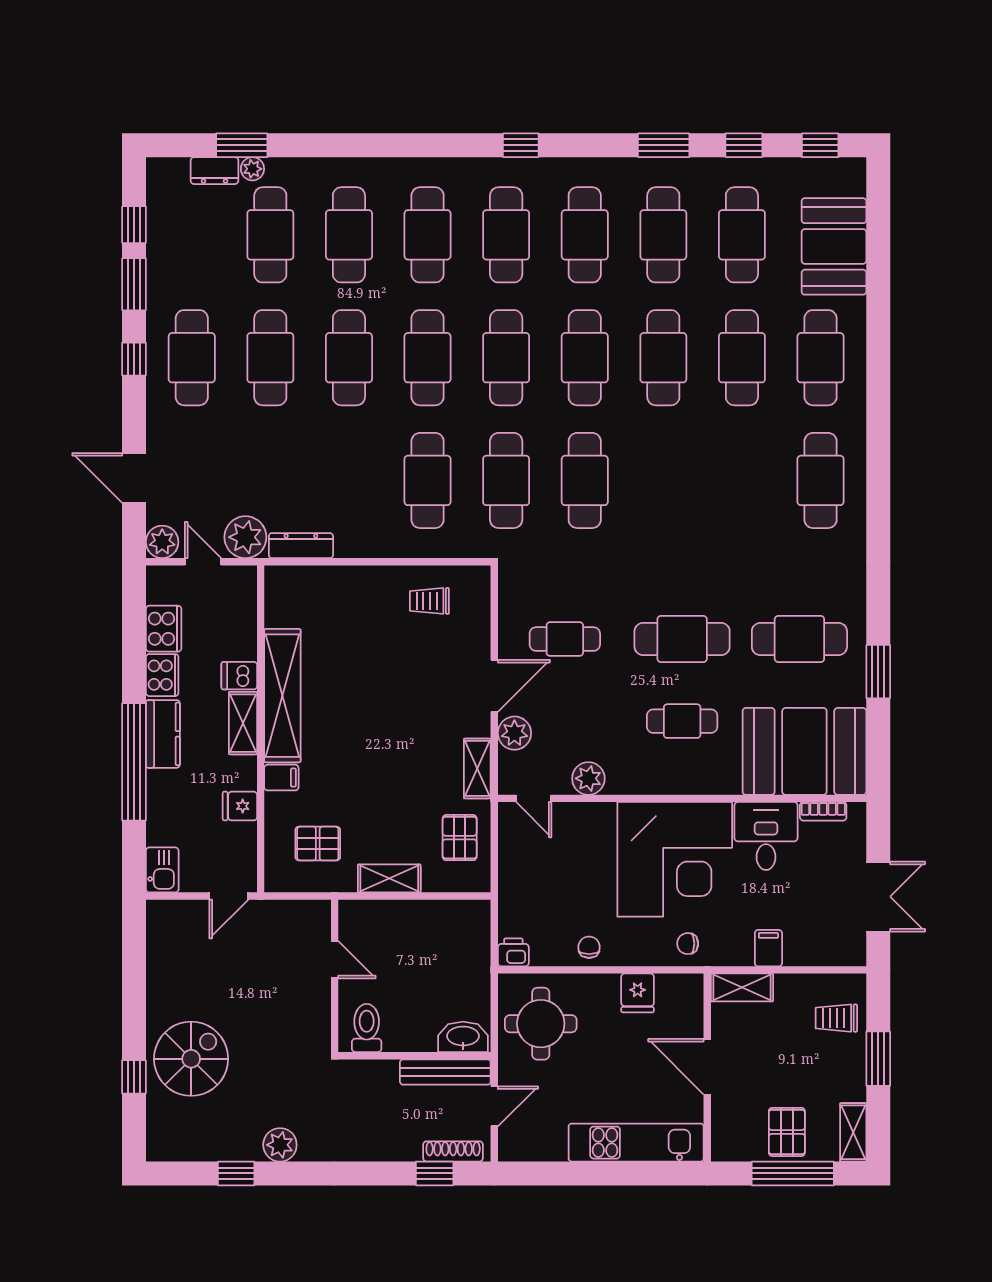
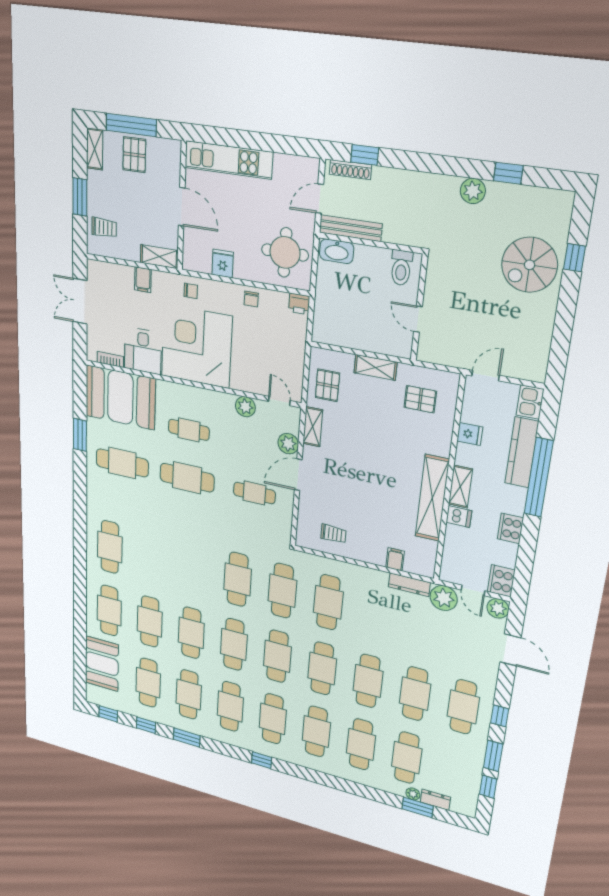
cooker: (164, 629) -> (501, 581), moved
kitchen counter: (163, 734) -> (522, 452), moved, width x1.50
filing cabinet: (281, 778) -> (395, 559), moved, turned 90

